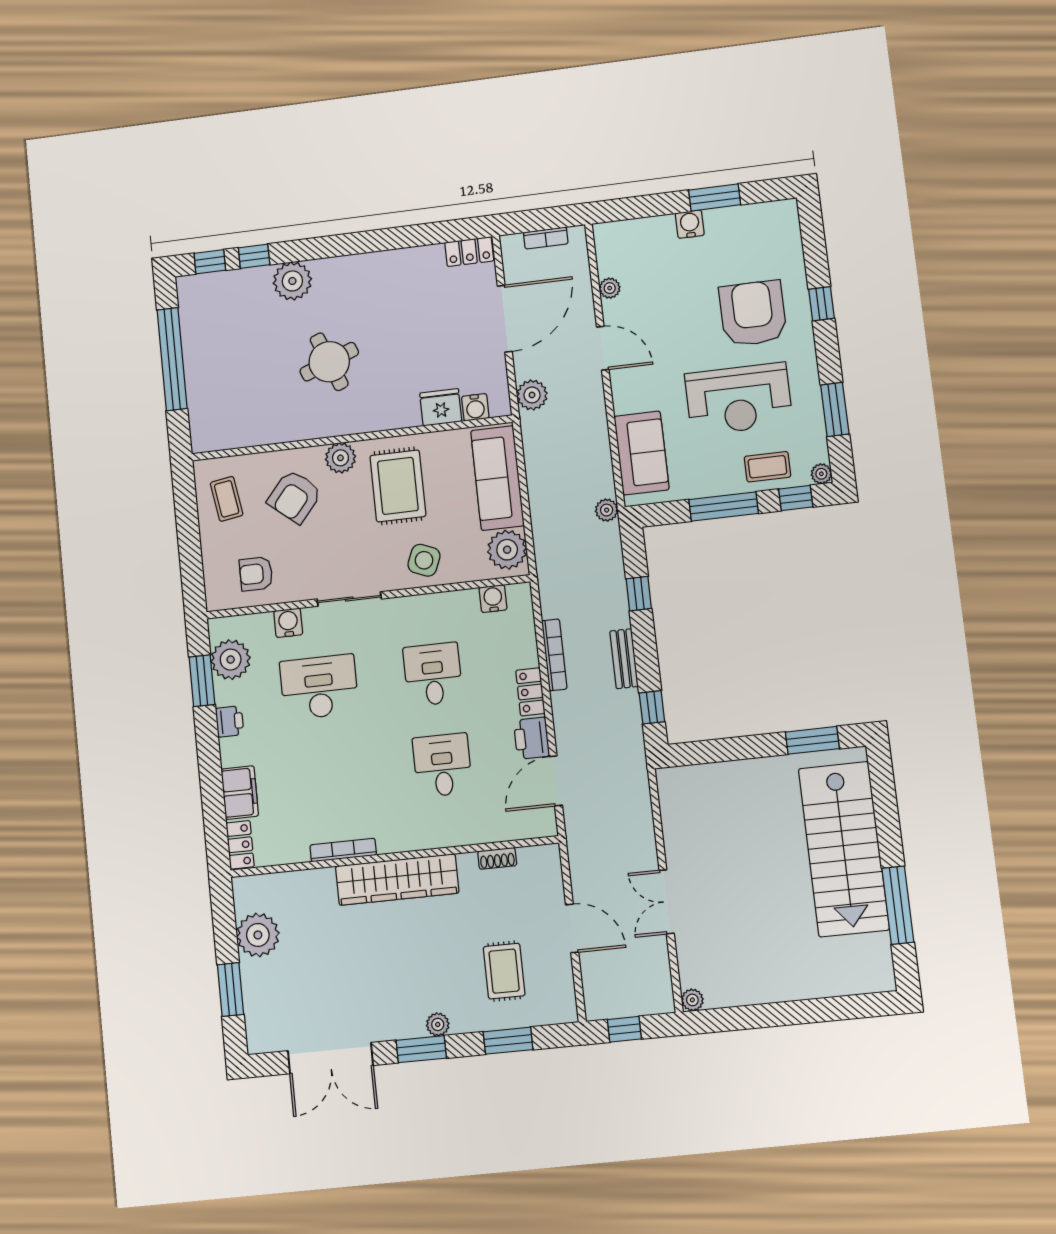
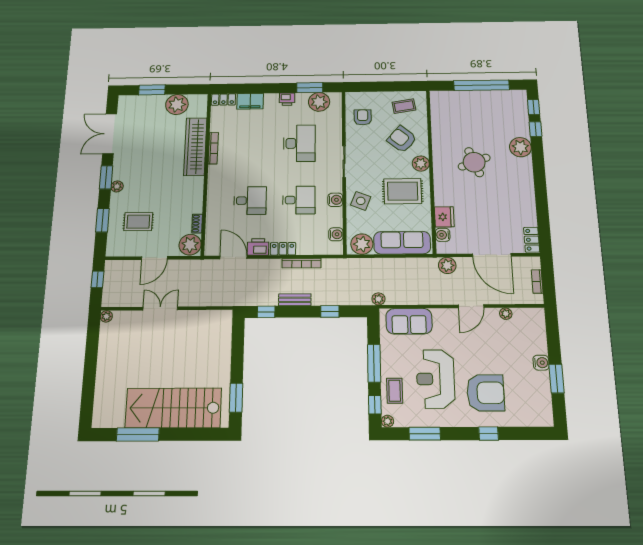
water cooler: (288, 623) -> (335, 200), moved
plant: (540, 865) -> (190, 245), added
wardrobe: (397, 880) -> (195, 147), moved

